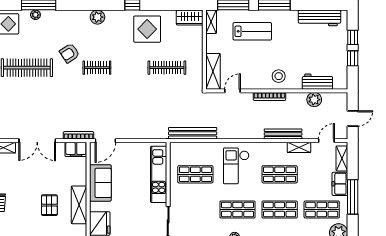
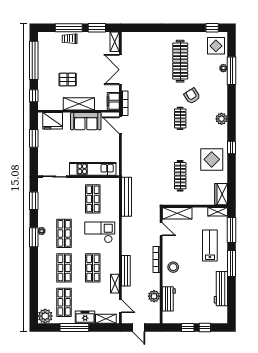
workbench: (319, 18) -> (221, 289), moved
lab bench: (252, 31) -> (210, 246), turned 180
shelving: (79, 205) -> (79, 104), moved

